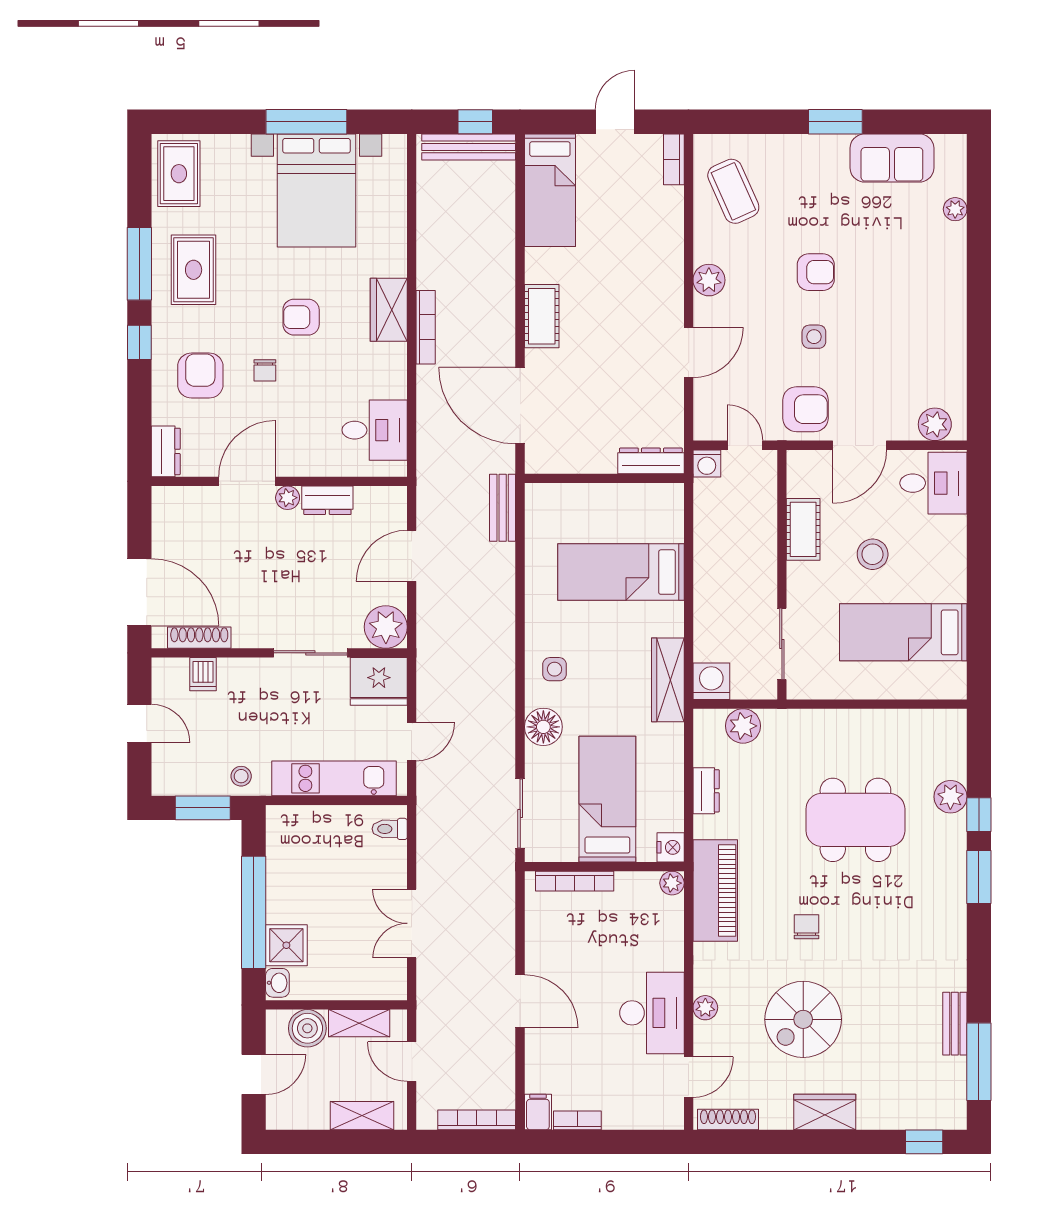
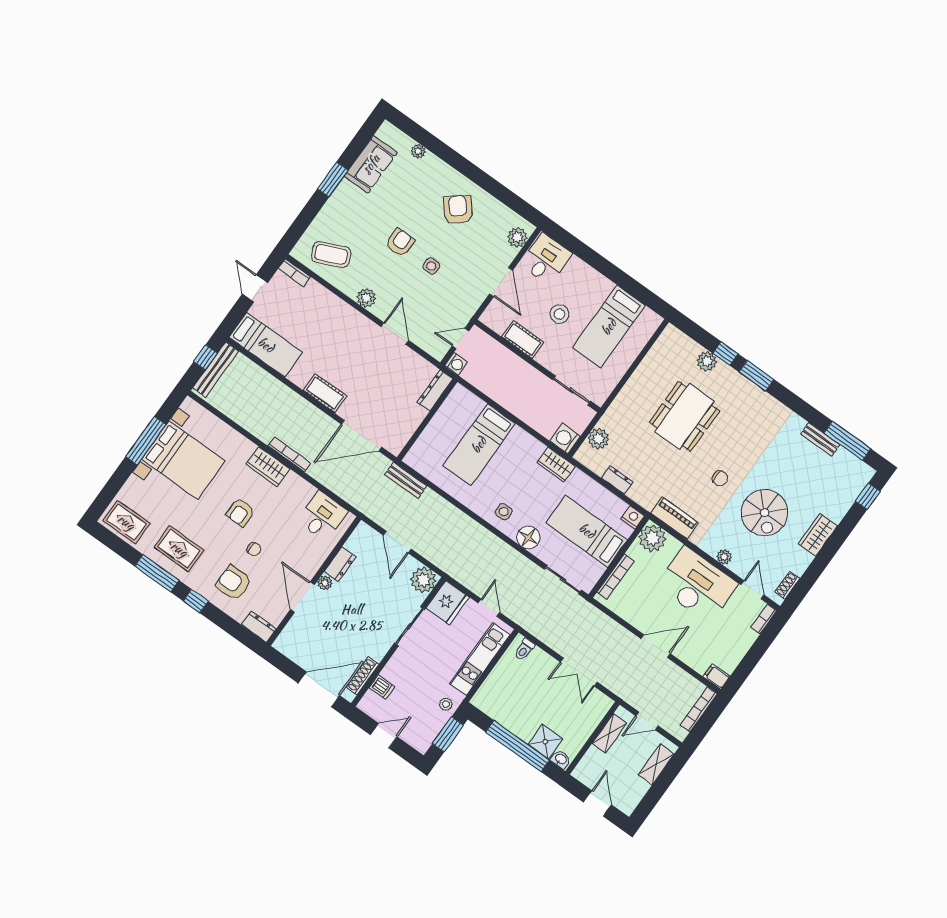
armchair: (805, 409) -> (458, 210), moved, turned -39
wardrobe: (668, 680) -> (556, 464), width x0.67
plant: (672, 883) -> (652, 538), width x1.87, depth x1.87
piano: (715, 891) -> (675, 518), width x0.73, depth x0.75
chair: (807, 927) -> (720, 478), turned 180
desk: (652, 1013) -> (697, 585), width x1.36, depth x1.30
boiler: (307, 1028) -> (594, 761), removed
shoe rack: (728, 1119) -> (787, 585), width x0.70
bookcase: (577, 1120) -> (764, 619), moved

